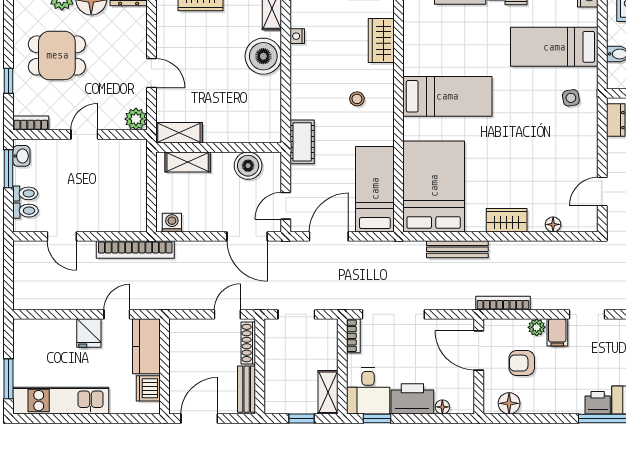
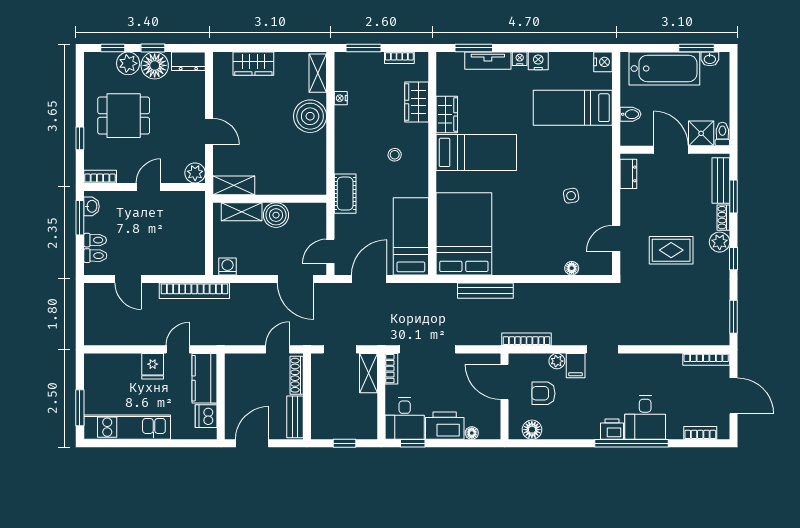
side table: (571, 98) -> (571, 196), moved
boiler: (248, 166) -> (276, 215), moved
wardrobe: (507, 220) -> (447, 114), moved, turned 90
shelving: (328, 392) -> (368, 373), moved

